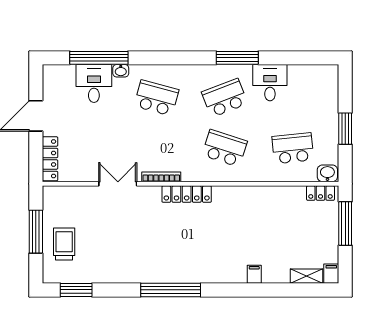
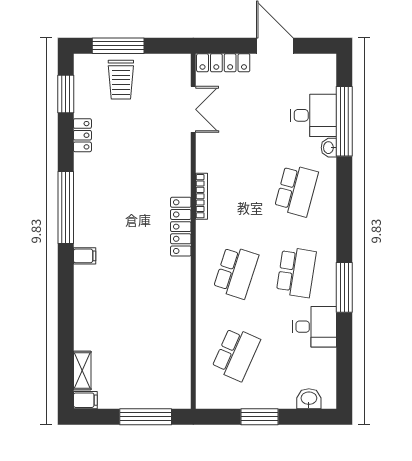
school desk: (225, 98) -> (296, 272), turned 30
school desk: (293, 148) -> (236, 354), turned 30
washbasin: (327, 173) -> (309, 399), moved, turned -90
double door: (118, 184) -> (193, 109), moved
locker: (320, 193) -> (82, 135), moved, turned 180
window: (36, 232) -> (118, 46), moved
trolley: (64, 244) -> (121, 80), turned 90
filing cabinet: (254, 274) -> (85, 256), moved

